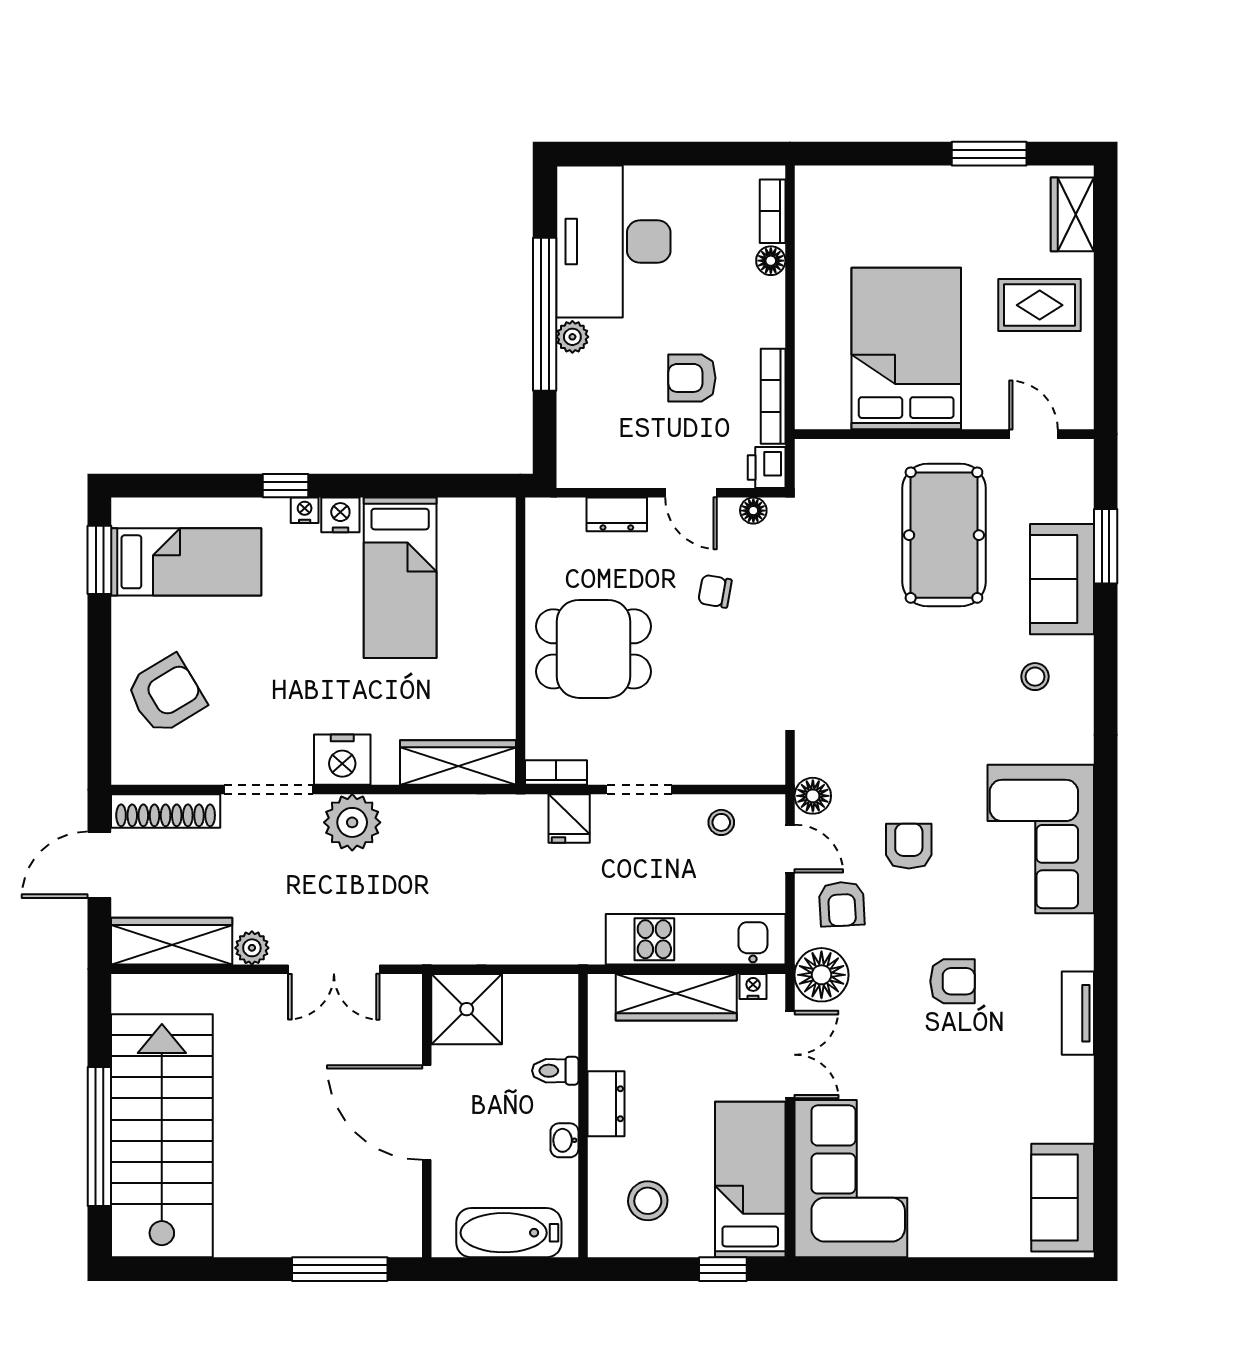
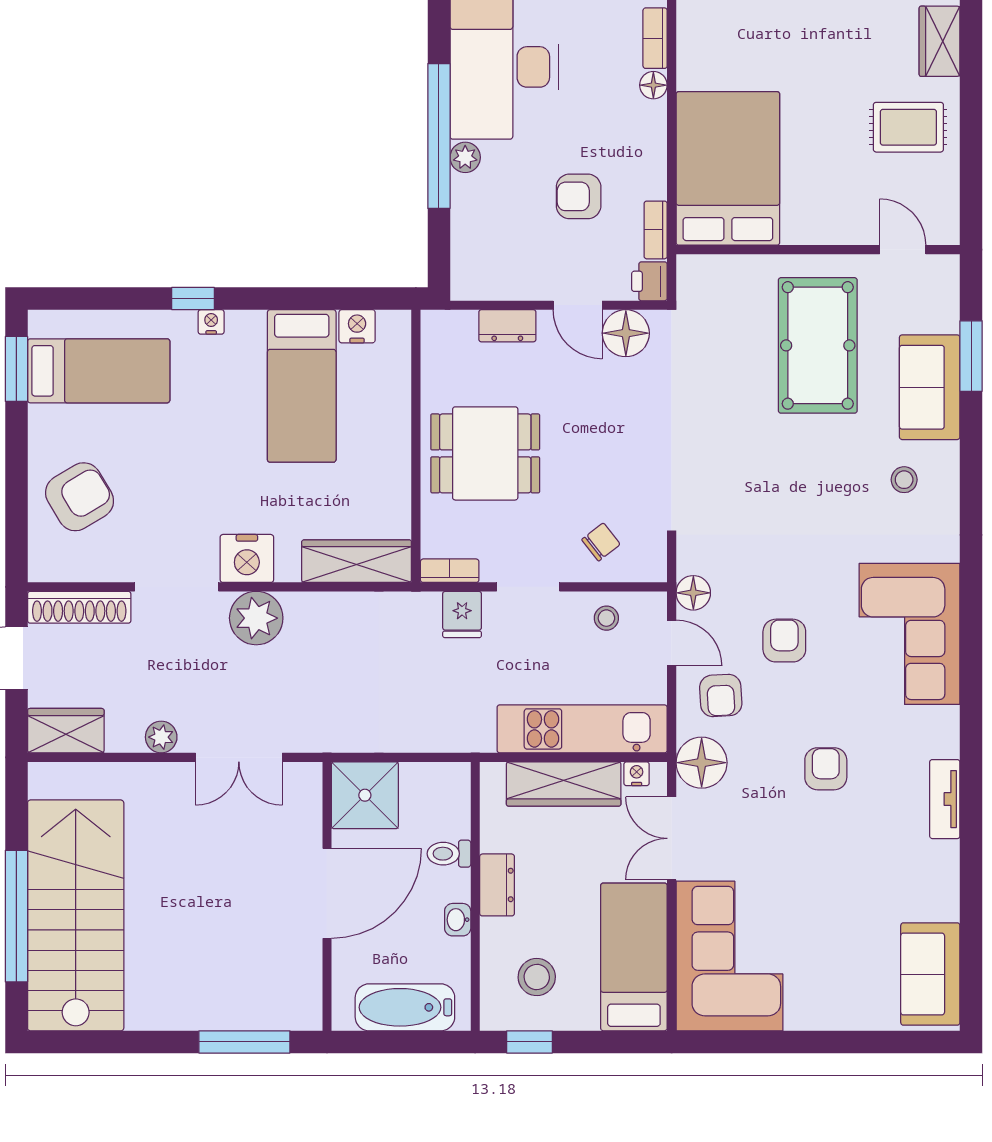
bed: (906, 349) -> (728, 168), moved
bookcase: (773, 396) -> (656, 230), width x0.64
floor lamp: (753, 511) -> (626, 333), width x1.89, depth x1.89
nightstand: (340, 515) -> (357, 326), moved
chair: (715, 591) -> (601, 542), moved, turned 132
wardrobe: (172, 941) -> (66, 731), width x0.67
armchair: (952, 981) -> (826, 769), turned -90
double door: (790, 1055) -> (672, 838), swing flipped
door: (427, 1113) -> (327, 893), swing flipped
window: (723, 1269) -> (530, 1042), moved

